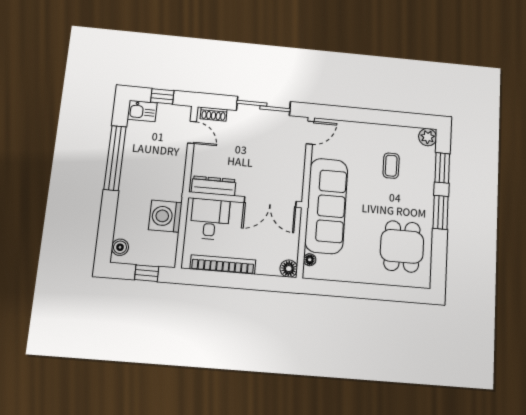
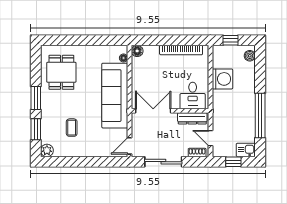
dresser: (214, 186) -> (192, 118), moved
wall: (245, 200) -> (170, 111), moved
double door: (270, 202) -> (153, 111), moved
desk: (210, 219) -> (193, 96), moved

